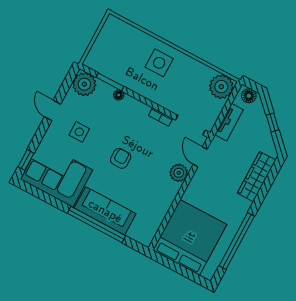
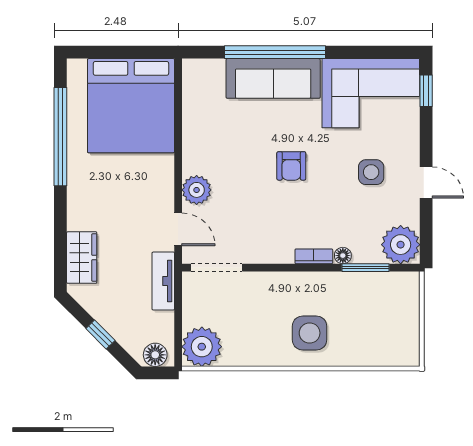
bookcase: (161, 117) -> (314, 256), moved
tv unit: (229, 122) -> (163, 281), moved
wardrobe: (257, 177) -> (82, 258), width x0.67

